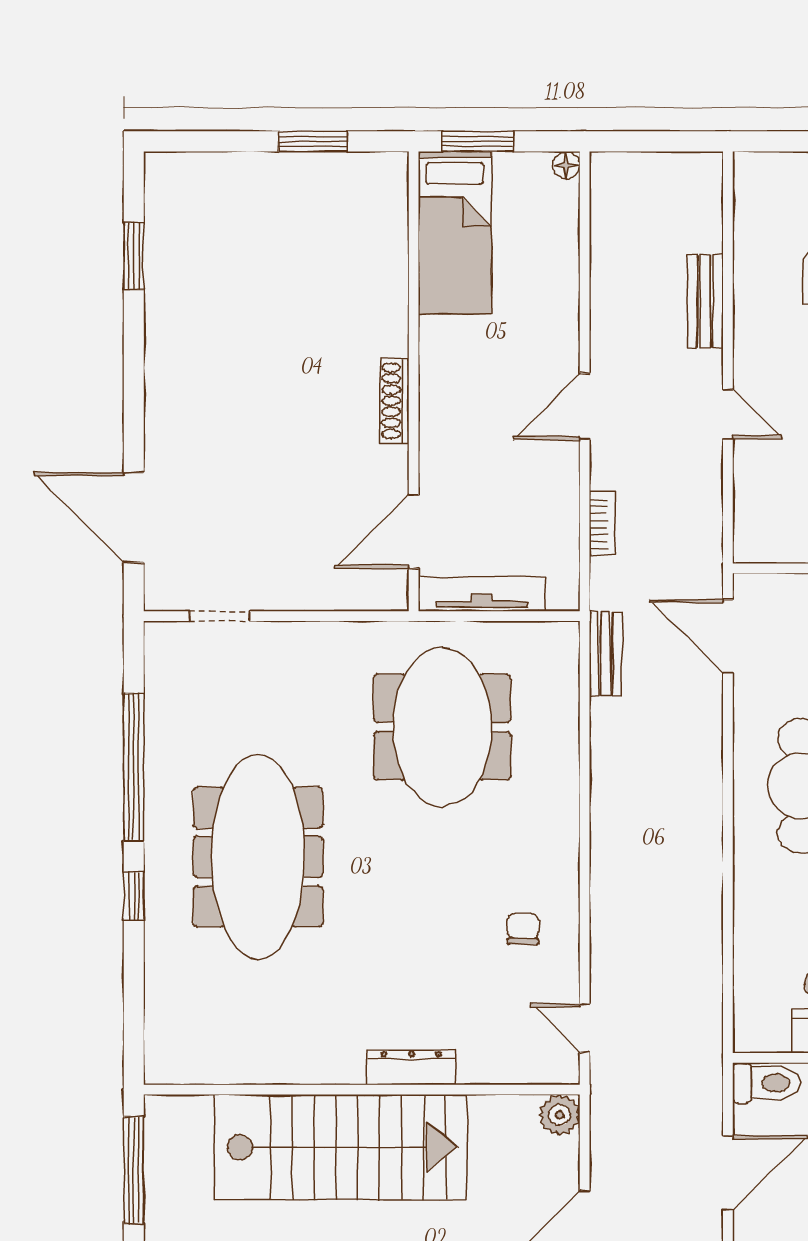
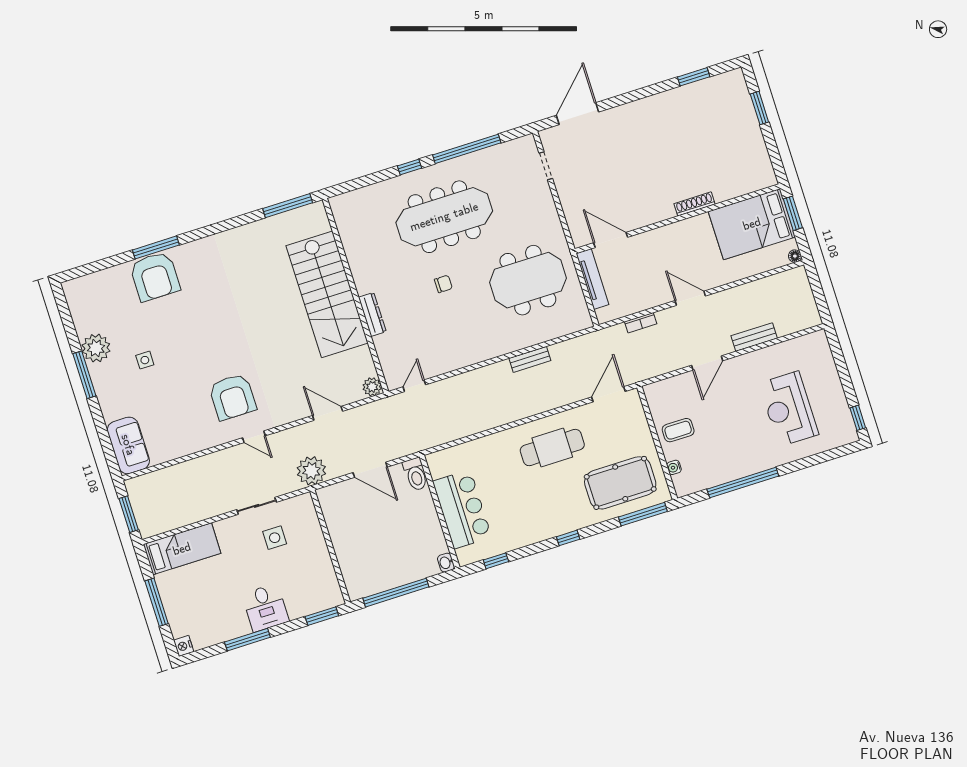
window: (313, 141) -> (759, 108), moved
bed: (455, 232) -> (752, 224), width x1.50
shoe rack: (394, 401) -> (695, 204), moved
door: (728, 414) -> (707, 363), width x1.38
bench: (606, 654) -> (530, 359), moved
chair: (523, 929) -> (443, 284), moved

